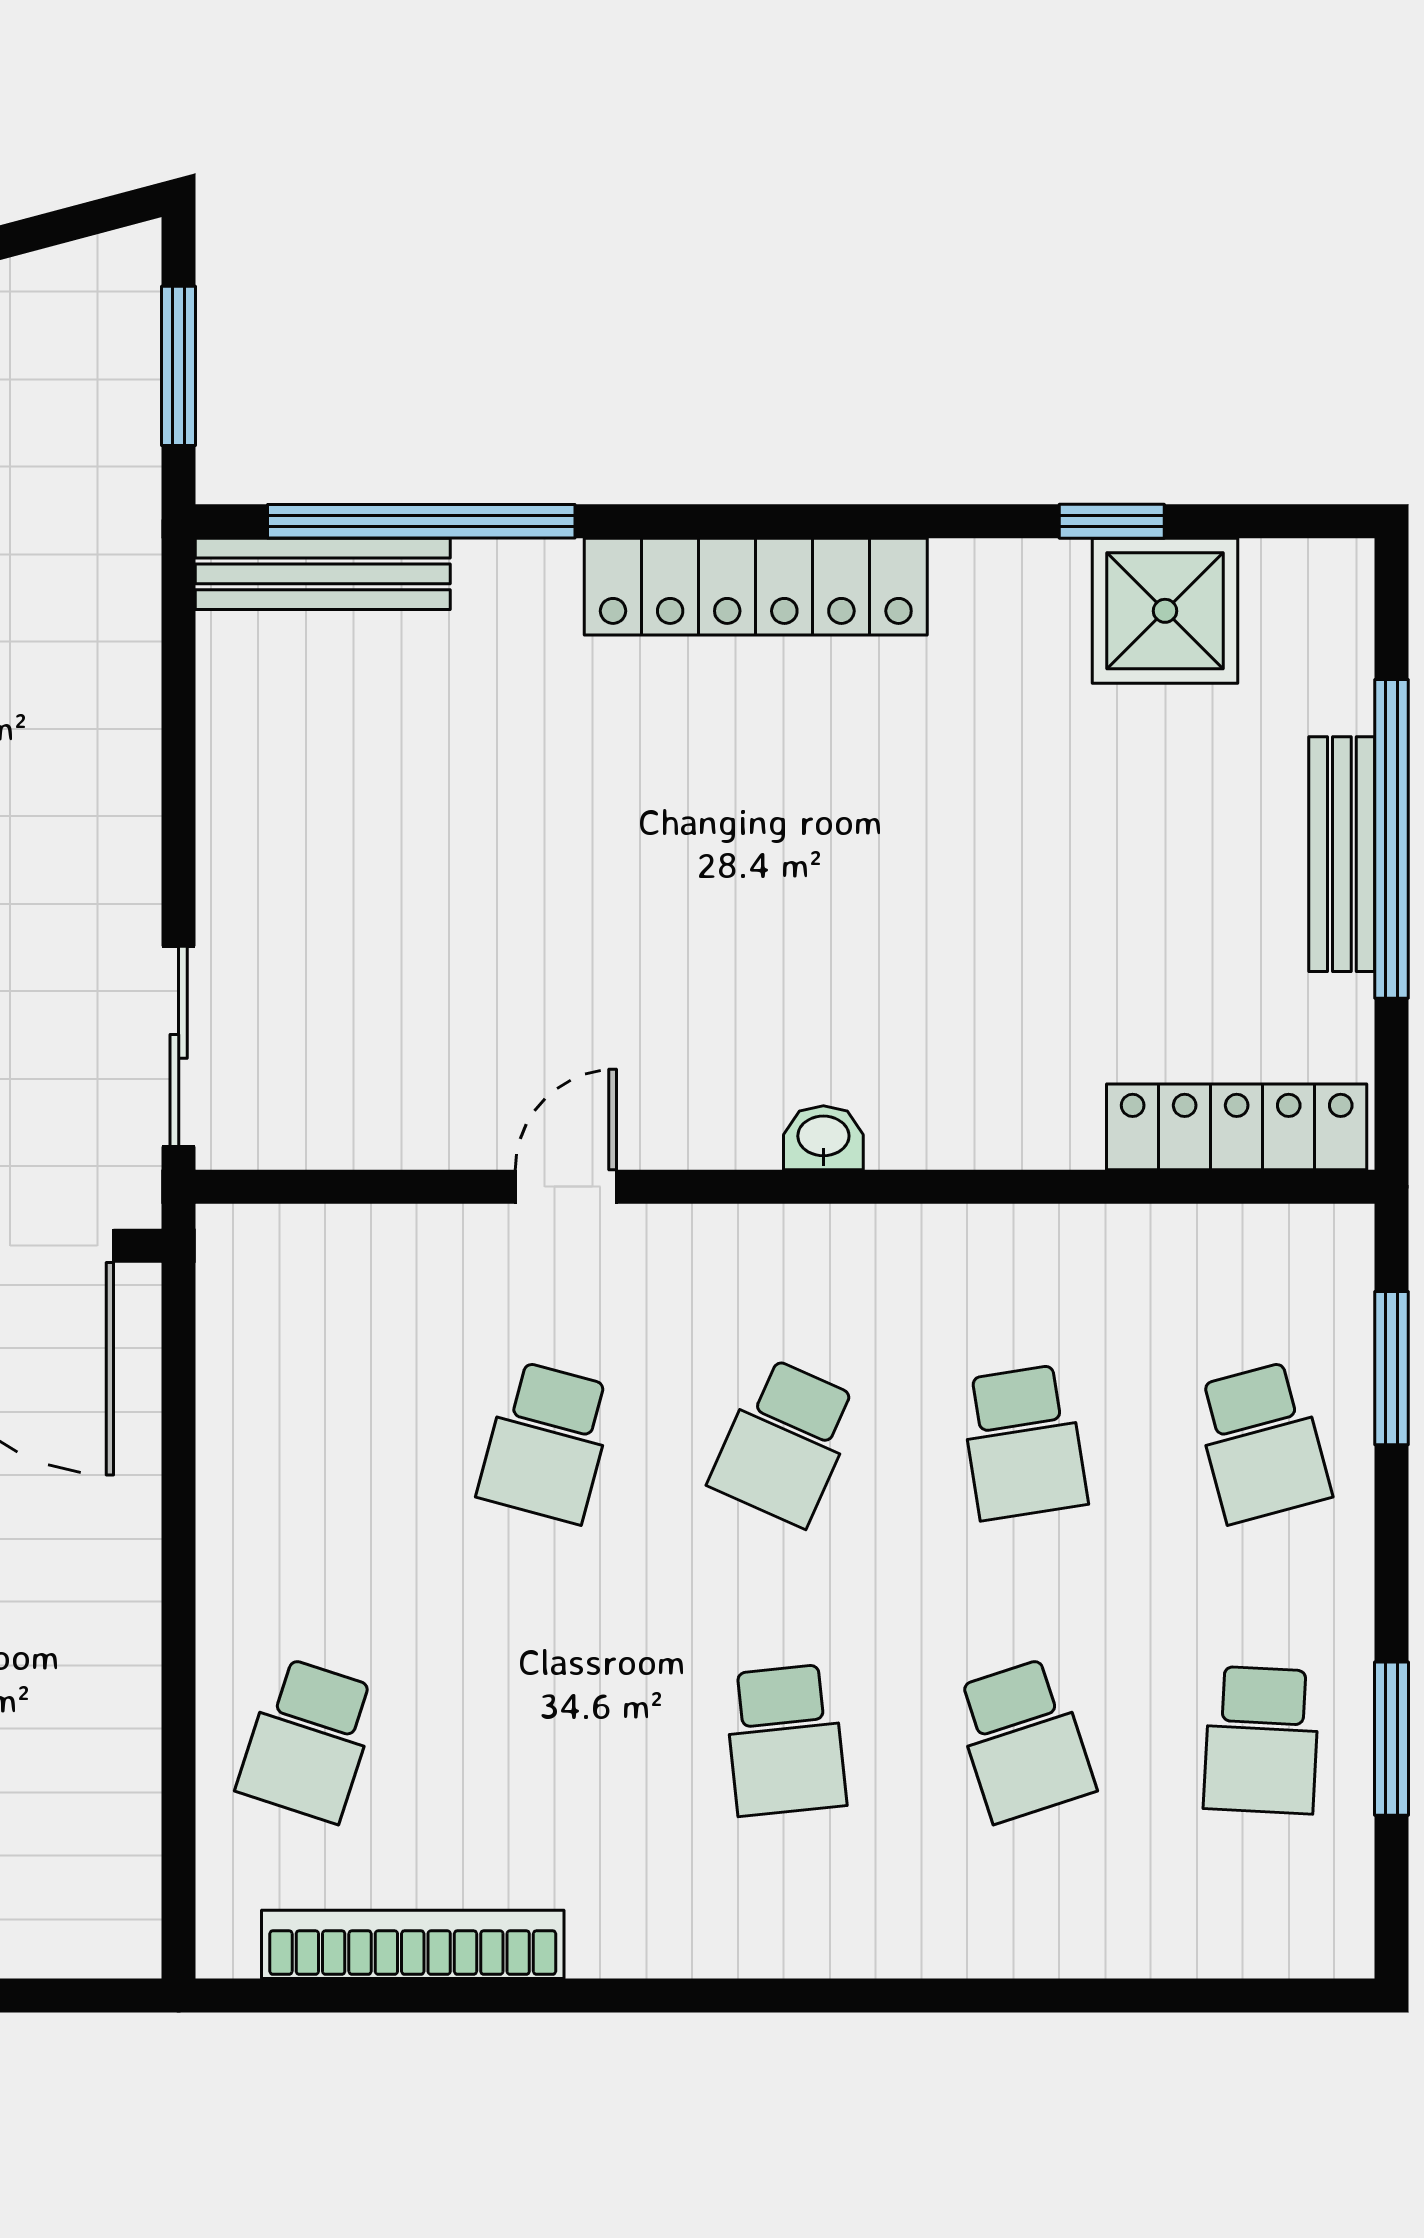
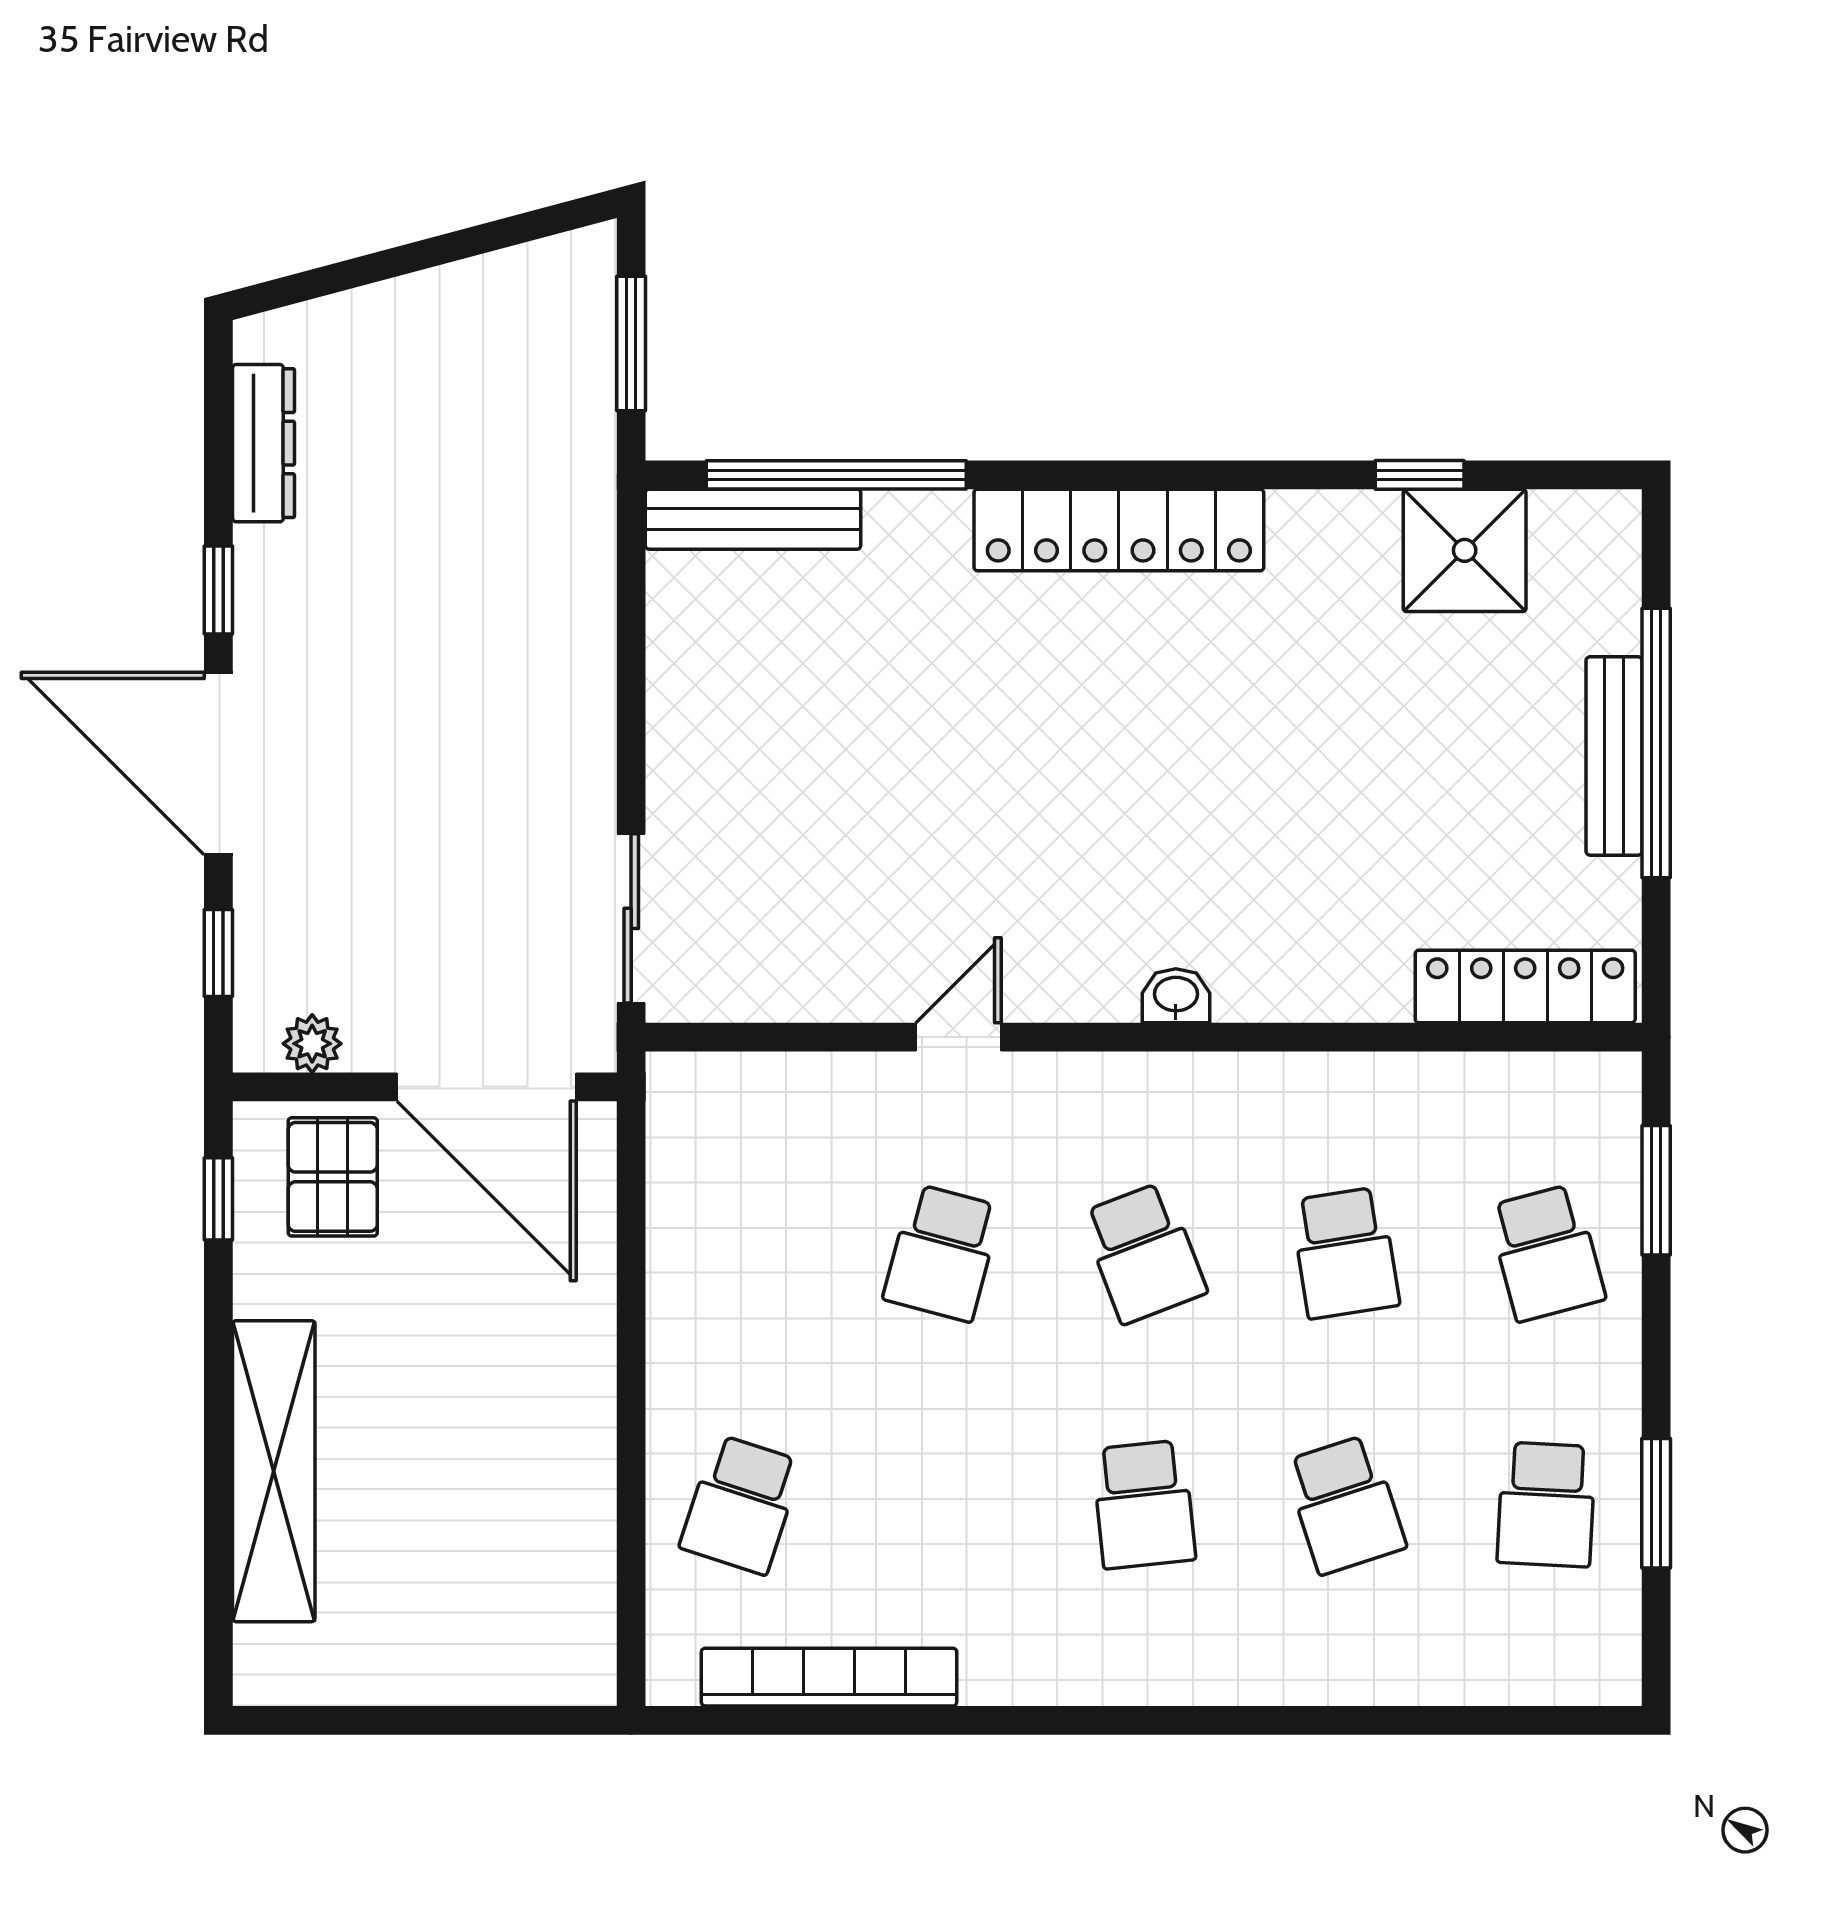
school desk: (785, 1442) -> (1144, 1253), turned -45

